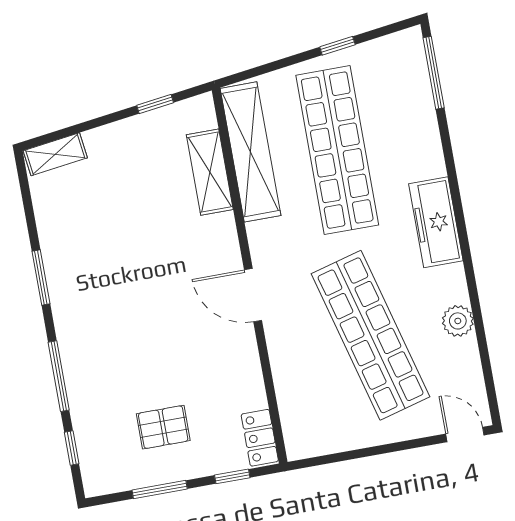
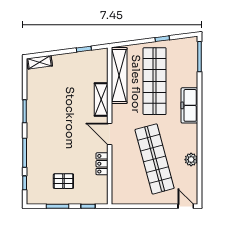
shelving: (210, 172) -> (101, 99), moved
freezer: (436, 222) -> (189, 105), moved
locker: (260, 438) -> (102, 164), moved

